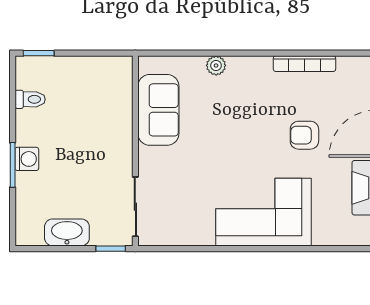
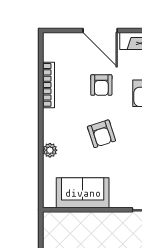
armchair: (238, 135) -> (101, 134), added

